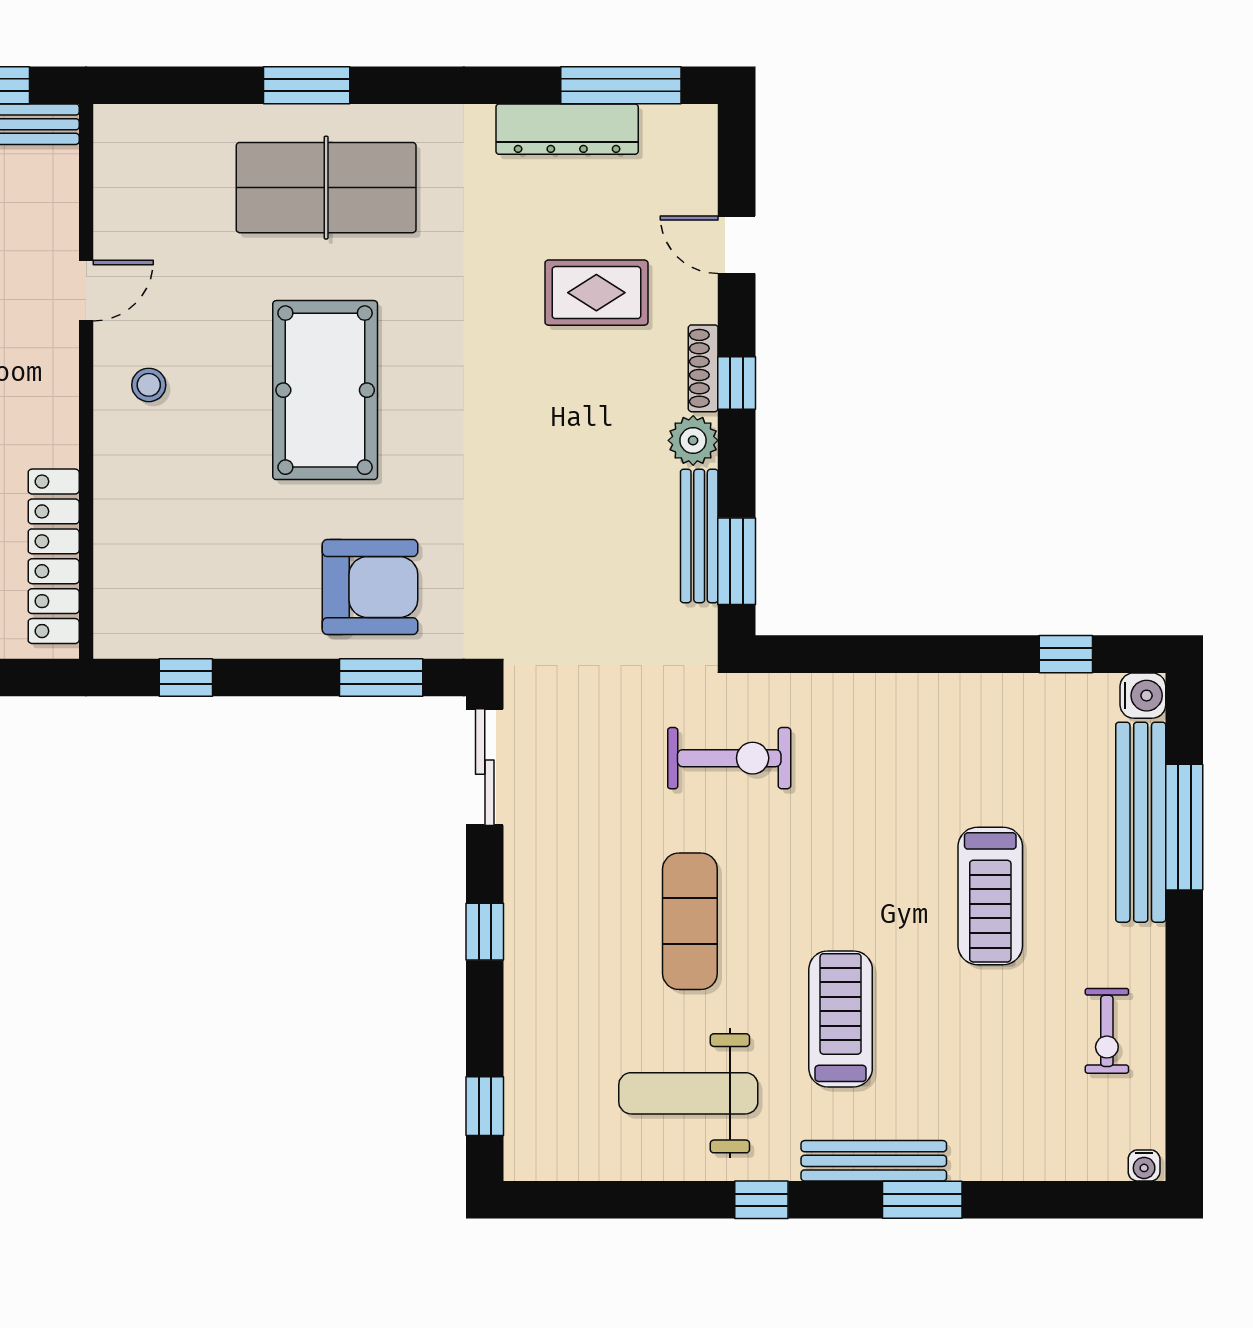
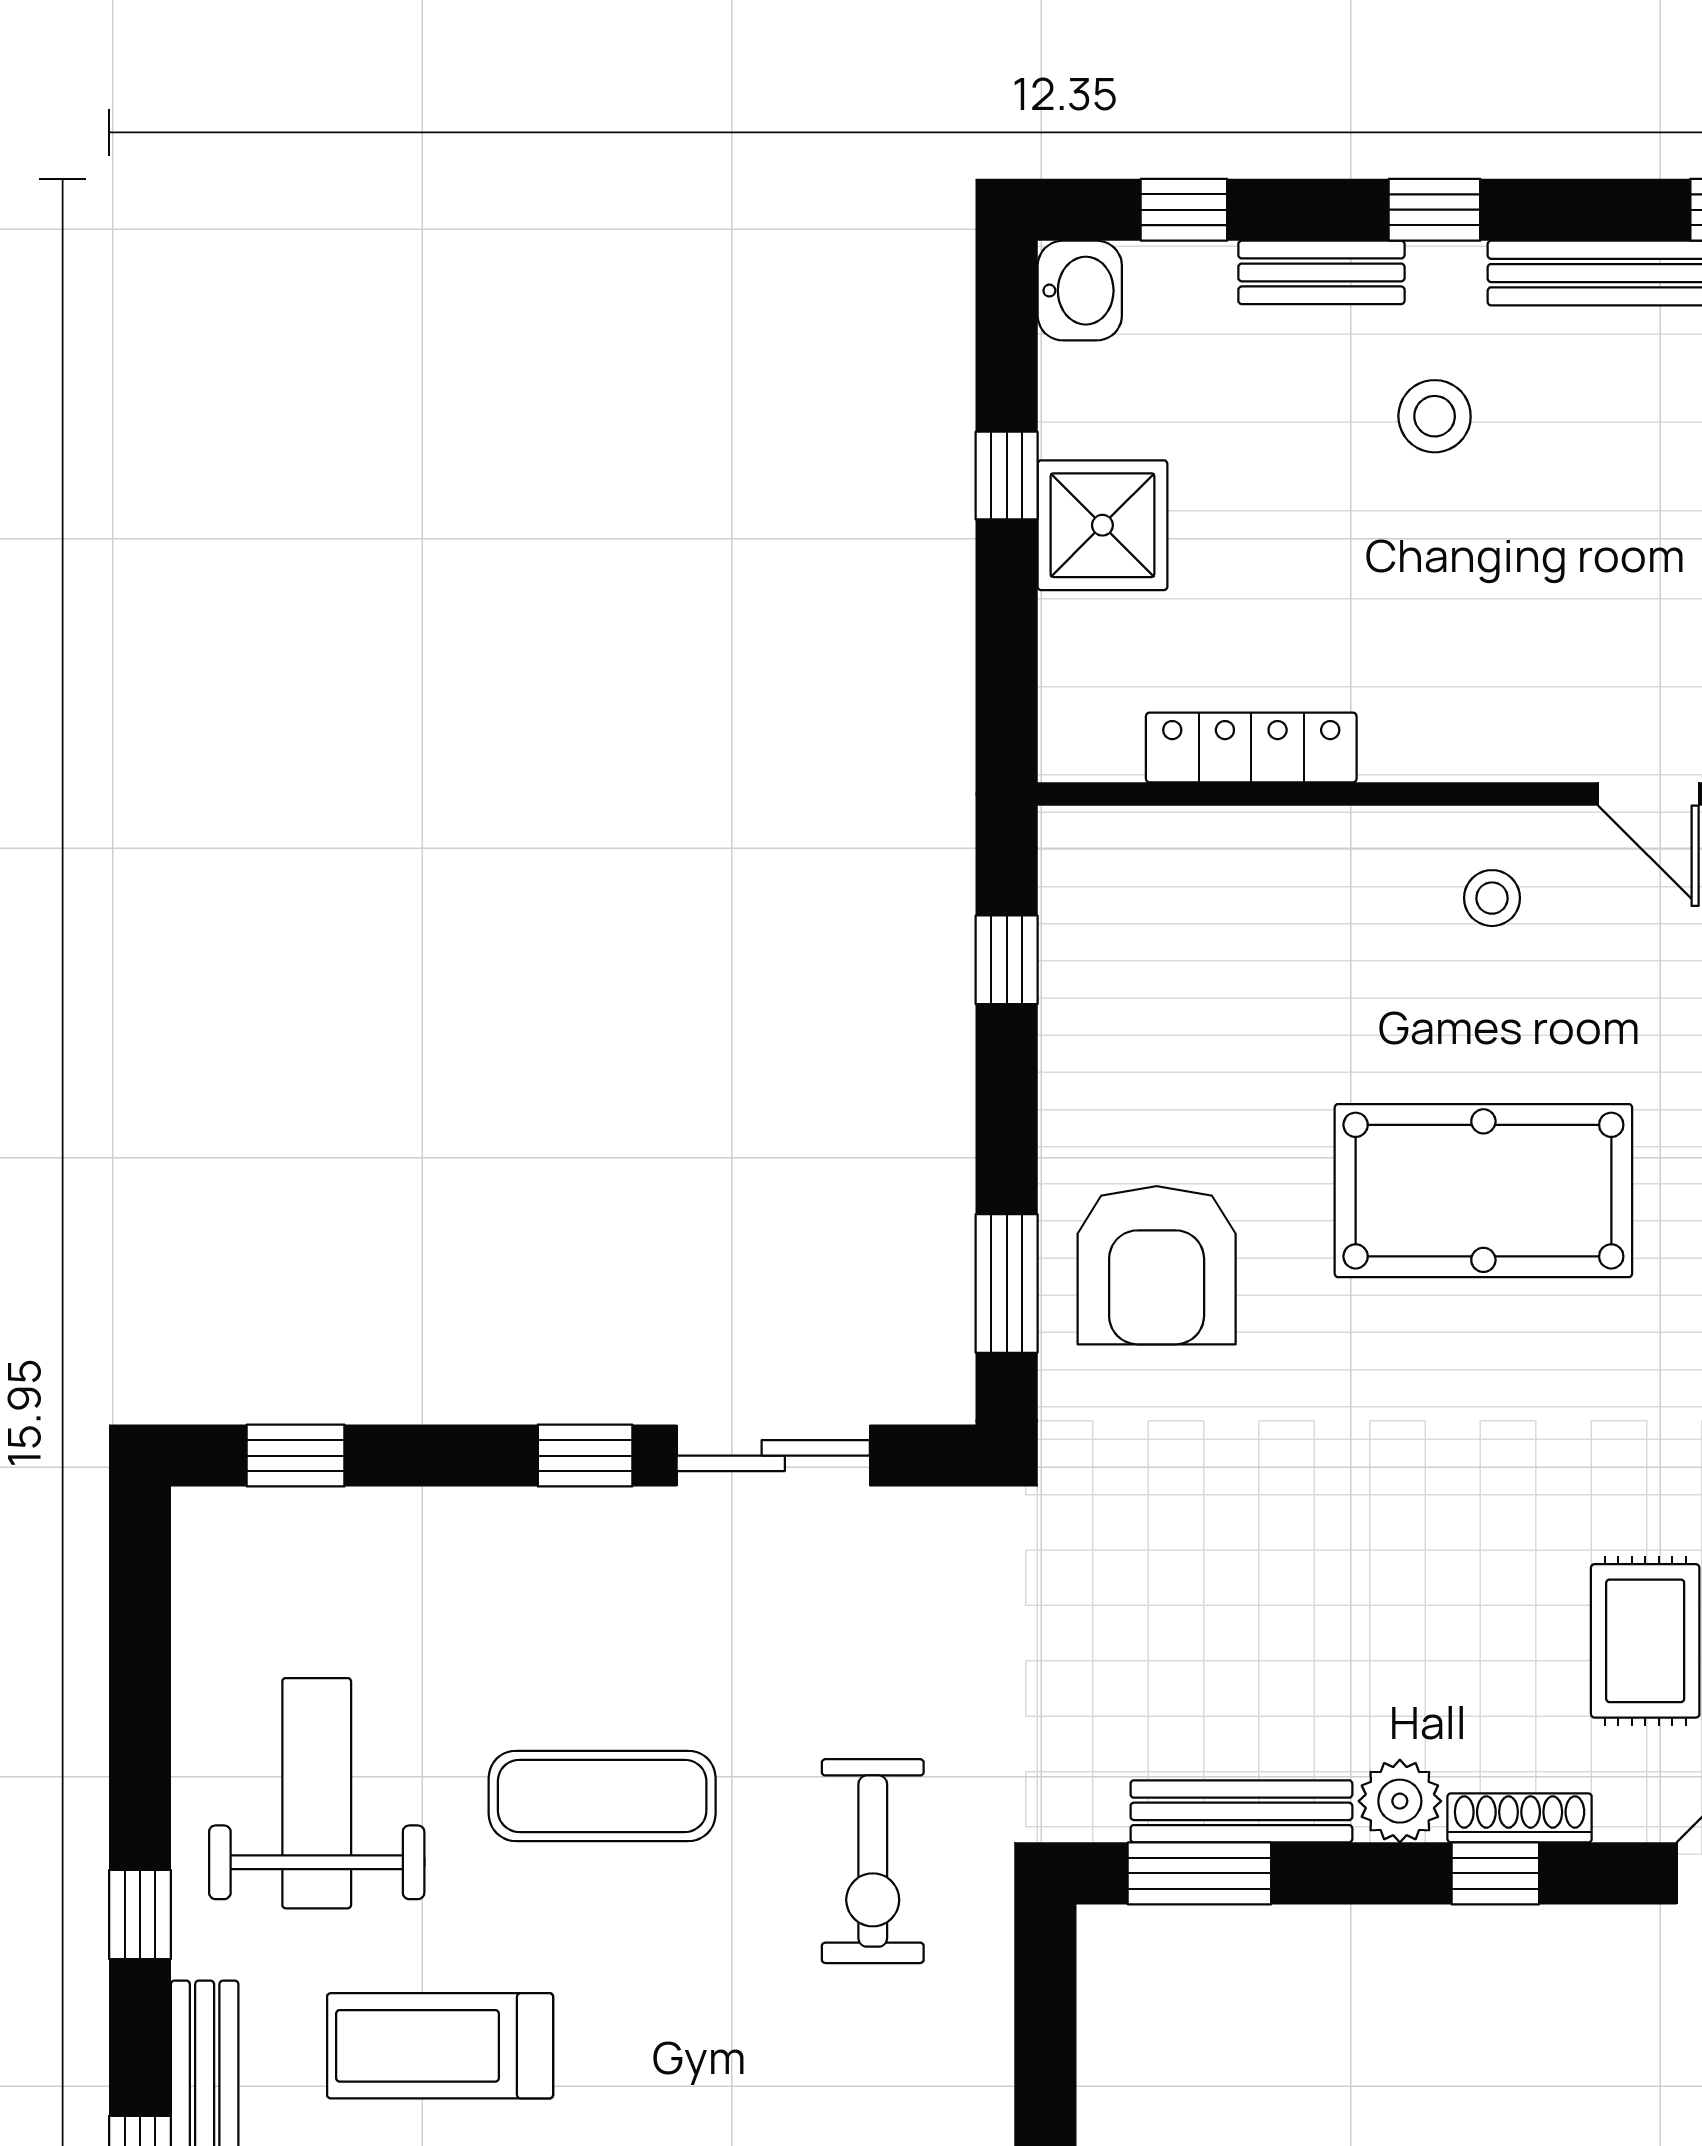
locker: (54, 556) -> (1251, 747), width x0.71, depth x0.83
sliding door: (485, 767) -> (773, 1456), moved
treadmill: (841, 1019) -> (440, 2046), turned 180

